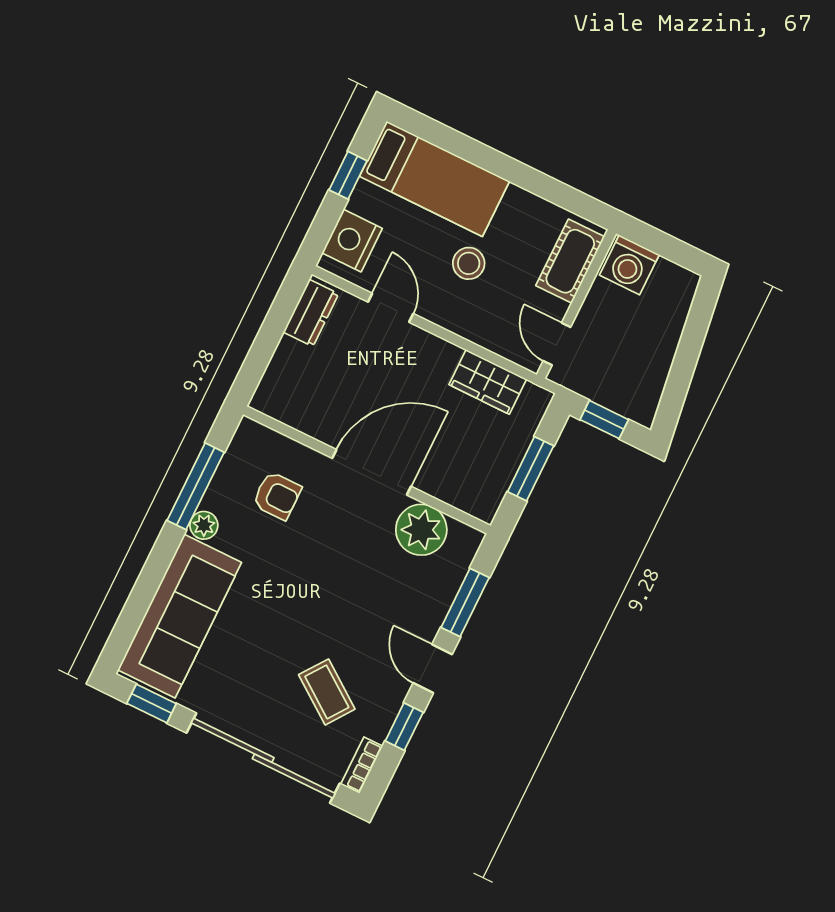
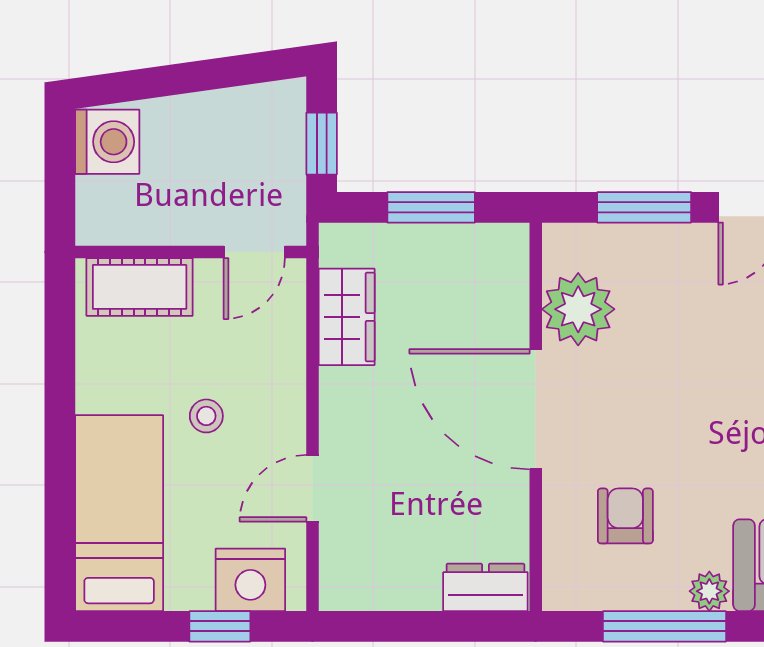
window: (348, 175) -> (220, 626), moved
stool: (469, 263) -> (206, 416), width x0.73, depth x0.73
washing machine: (629, 265) -> (107, 142), moved
dresser: (311, 313) -> (485, 587), moved

